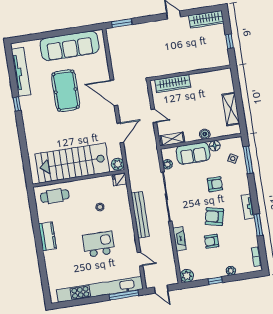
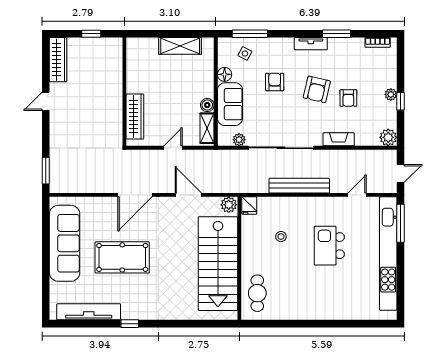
boiler: (205, 134) -> (207, 105), moved
kitchen counter: (47, 236) -> (308, 311), removed
plant: (231, 271) -> (391, 94), moved

